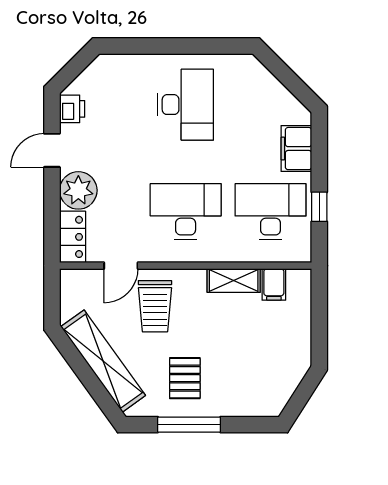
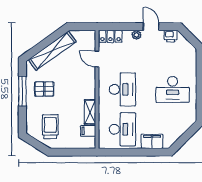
plant: (78, 190) -> (136, 35), width x0.53, depth x0.53
window: (319, 207) -> (125, 152), removed
trolley: (155, 306) -> (50, 127), moved, turned 90

